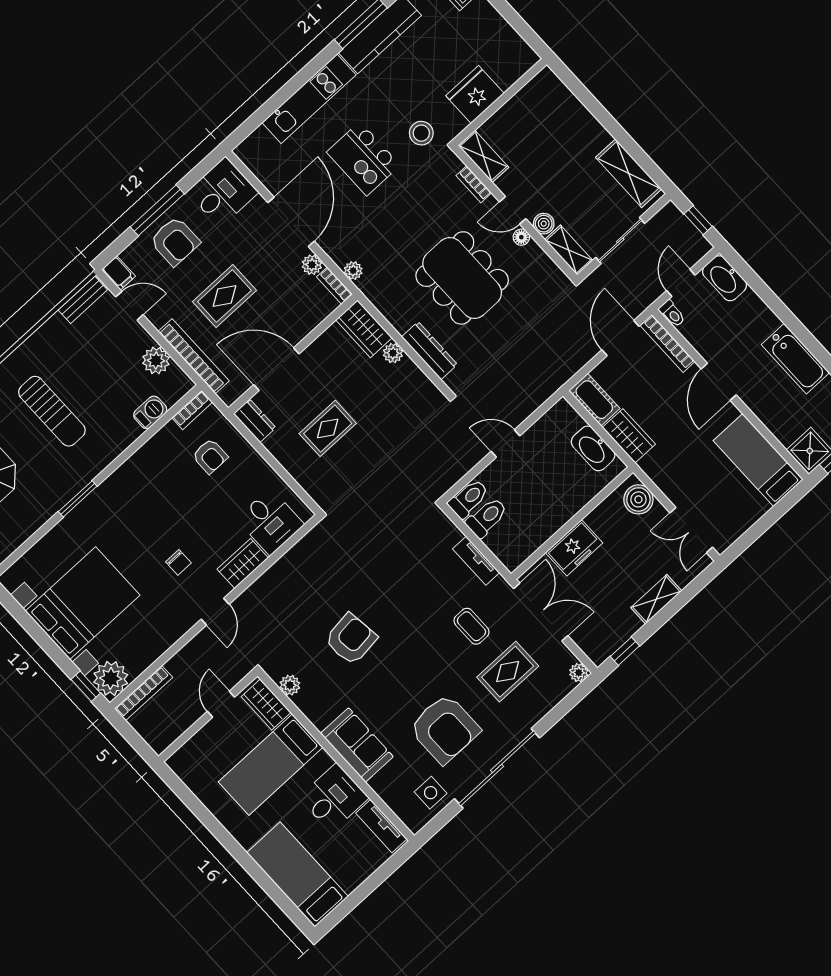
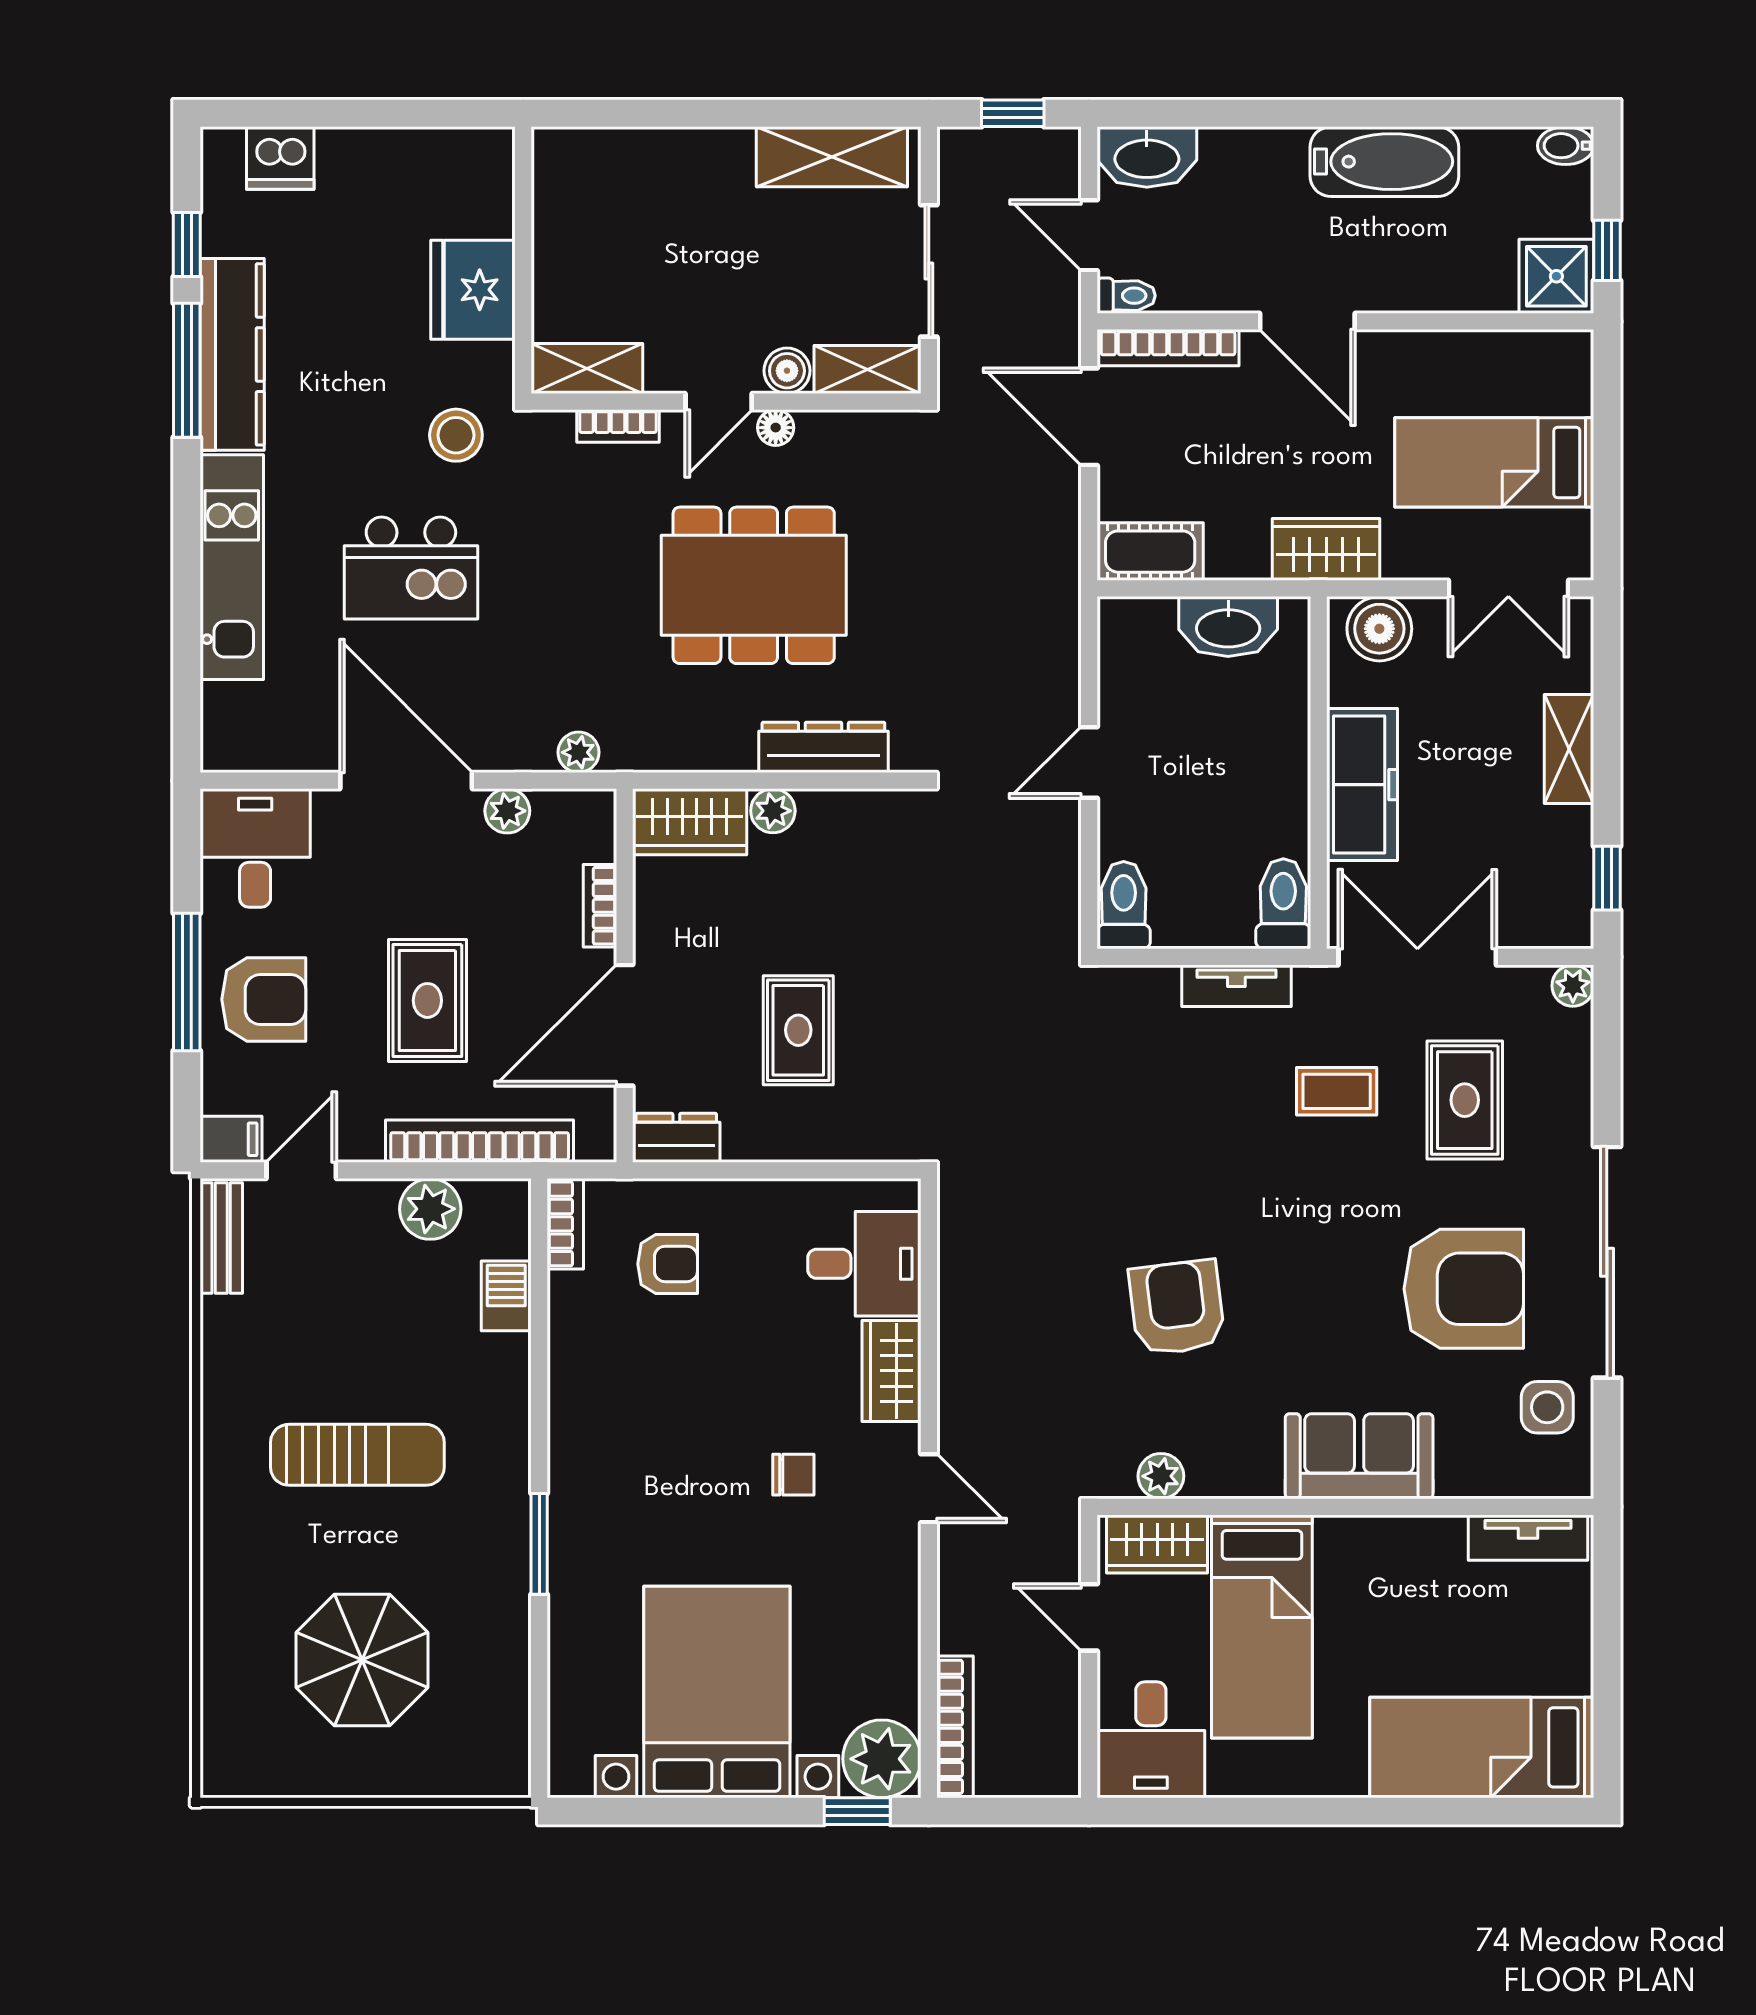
bookcase: (335, 286) -> (600, 906), moved, turned 90
wardrobe: (629, 436) -> (1326, 549), moved
bed: (758, 460) -> (1494, 462), moved
toilet: (487, 518) -> (1283, 904), moved
freezer: (574, 548) -> (1362, 785), width x1.40
desk: (334, 798) -> (1151, 1740), moved, turned 180

